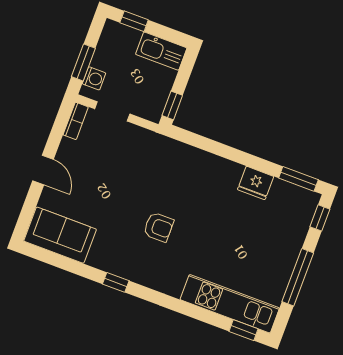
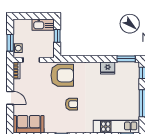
window: (134, 21) -> (26, 16), removed
window: (172, 105) -> (57, 36), moved
armchair: (161, 164) -> (62, 75), added

